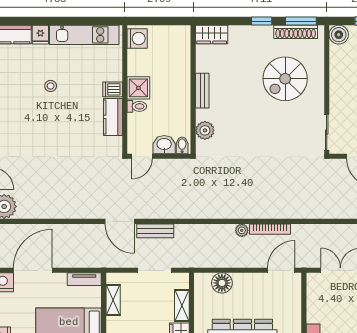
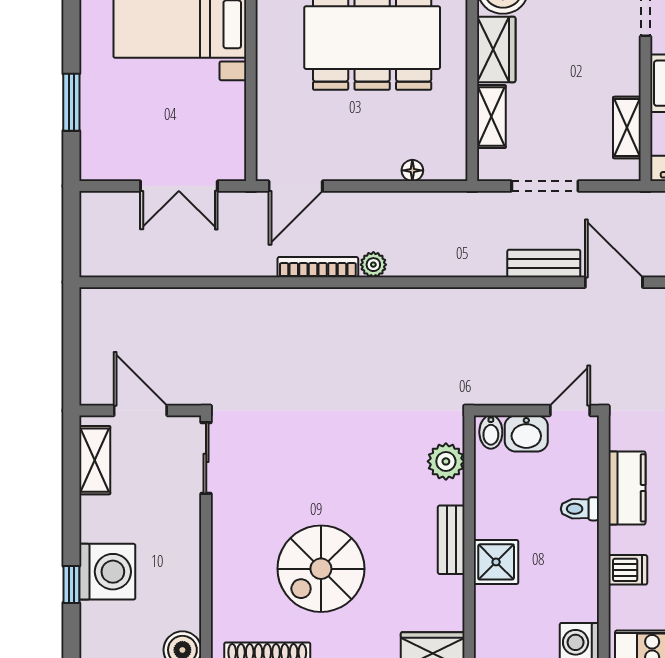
spiral stairs: (285, 79) -> (321, 569), moved, turned 180
shower: (138, 88) -> (496, 562), moved
dishwasher: (113, 89) -> (628, 570), moved
floor lamp: (222, 283) -> (412, 170), width x0.53, depth x0.53

